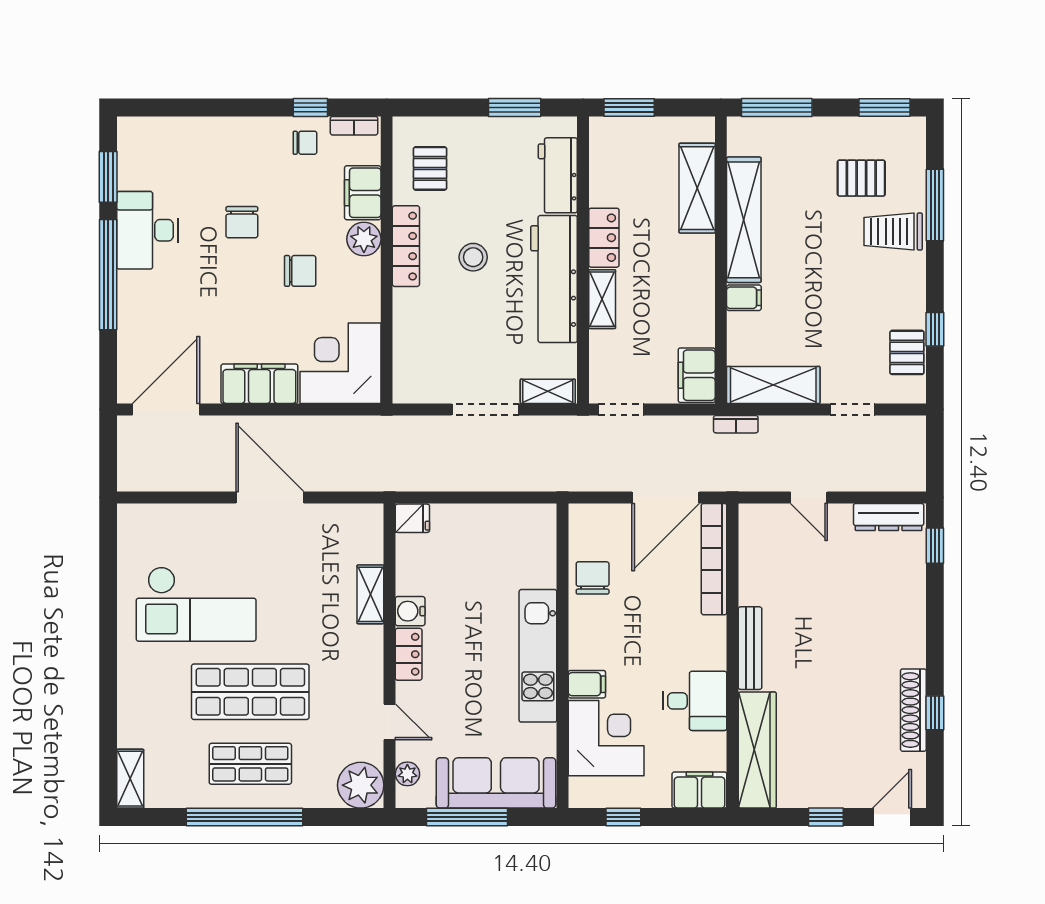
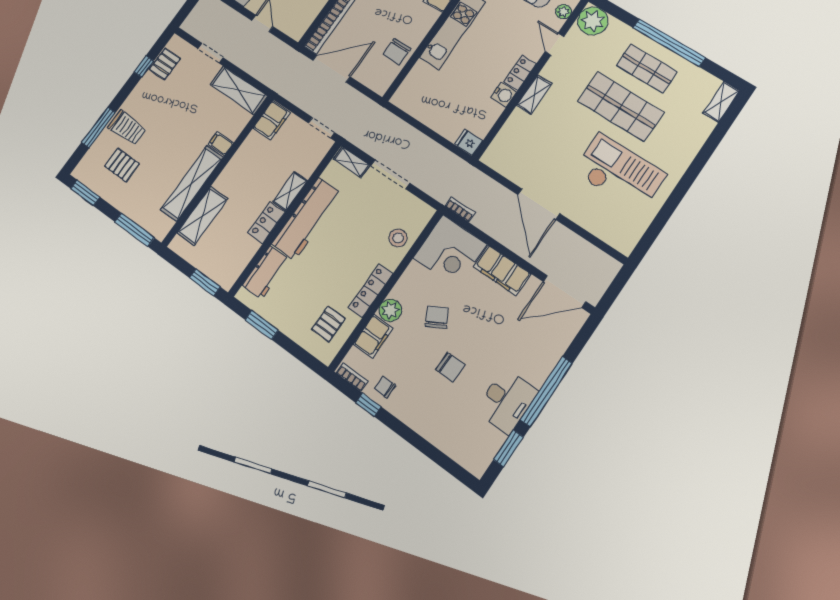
chair: (242, 222) -> (450, 367), turned 90
stool: (473, 257) -> (398, 238), moved
chair: (300, 271) -> (437, 317), turned 61
bookcase: (736, 424) -> (460, 209), moved
shelving: (370, 594) -> (534, 95), moved

